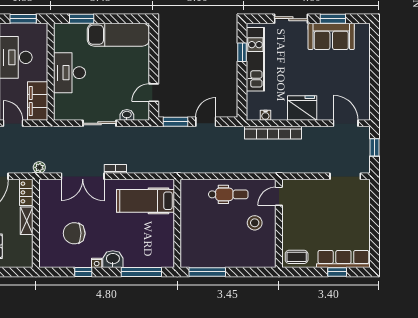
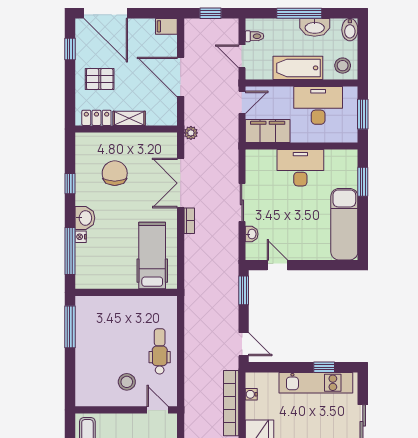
door: (206, 122) -> (244, 344), moved
locker: (26, 192) -> (96, 118), moved
dental chair: (228, 194) -> (160, 351), turned 180
nightstand: (97, 263) -> (81, 237), moved

